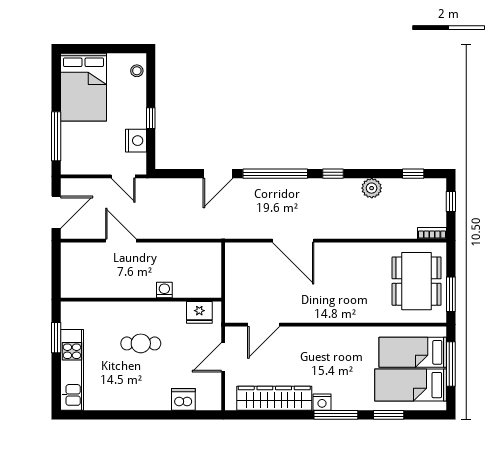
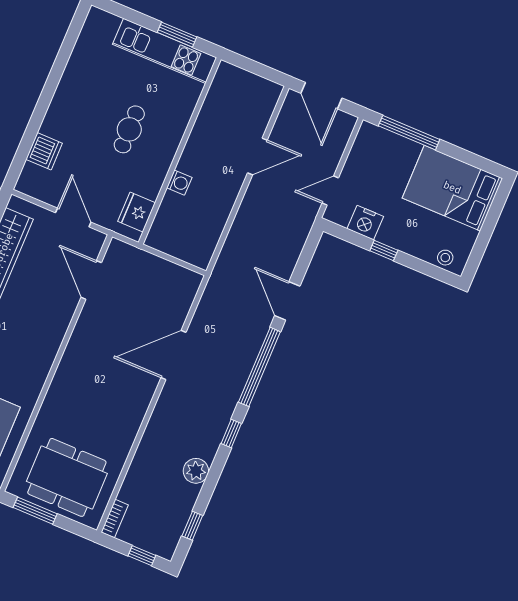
kitchen unit: (72, 370) -> (165, 51), moved

